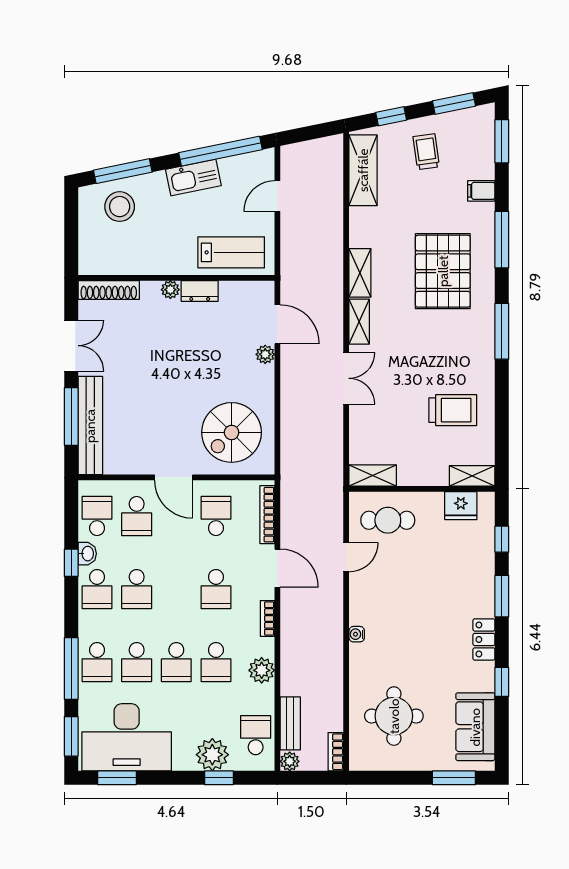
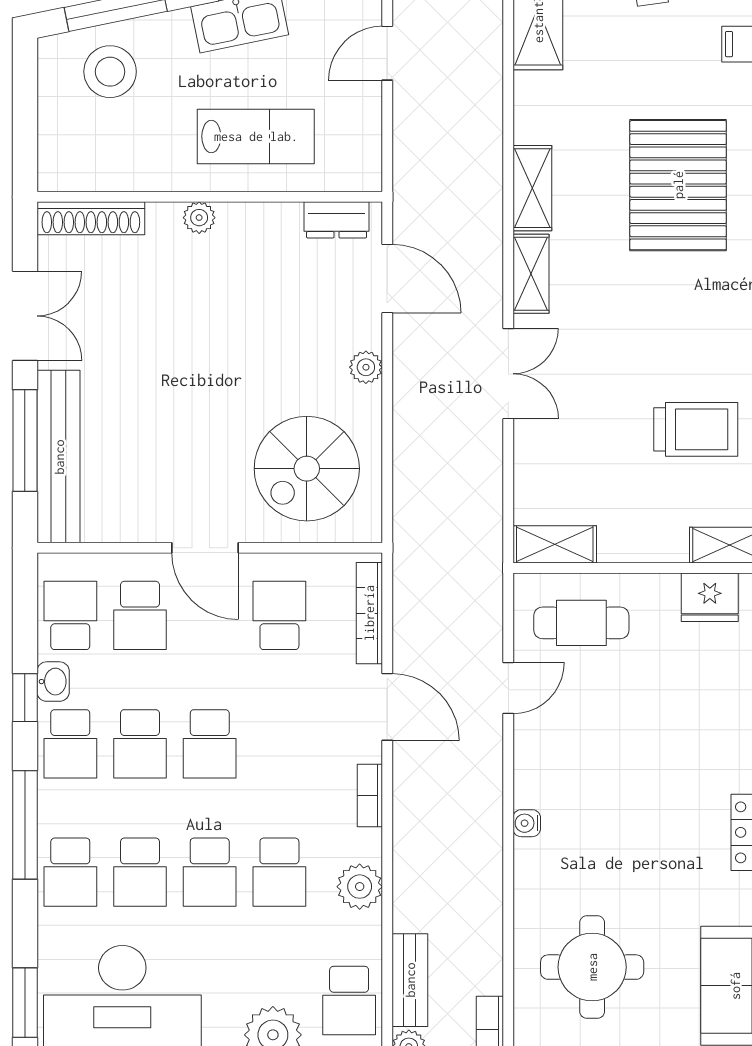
lab bench: (231, 252) -> (256, 136), moved
dresser: (200, 291) -> (337, 220), moved
plant: (265, 354) -> (366, 367), moved
school desk: (216, 589) -> (210, 744), moved
window: (71, 668) -> (25, 825), moved
school desk: (256, 735) -> (349, 1001), turned 180

